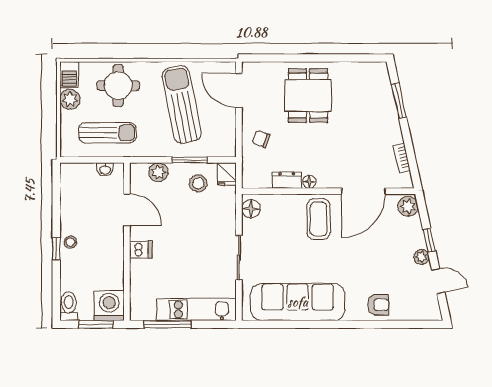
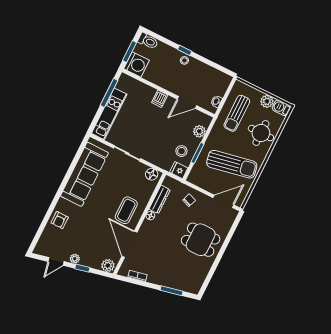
dresser: (287, 180) -> (160, 199), width x1.44
coffee table: (319, 219) -> (126, 210), turned 90

